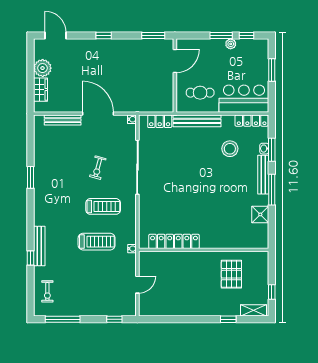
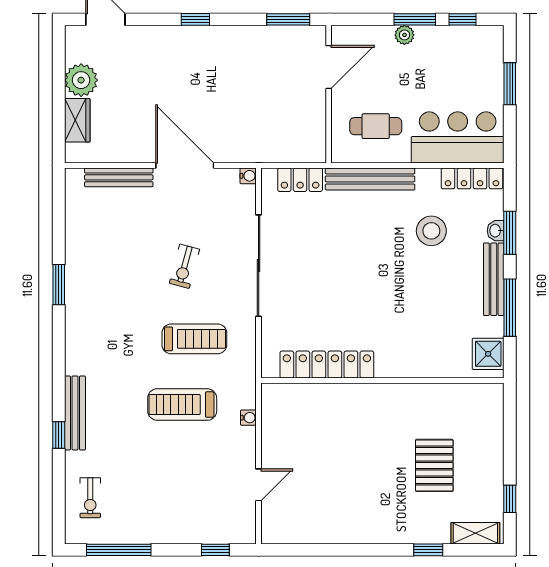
plant: (231, 44) -> (404, 35), moved
locker: (174, 241) -> (327, 365), moved
treadmill: (97, 242) -> (182, 405), turned 180
wall: (204, 250) -> (382, 380), moved

